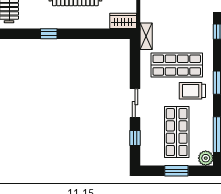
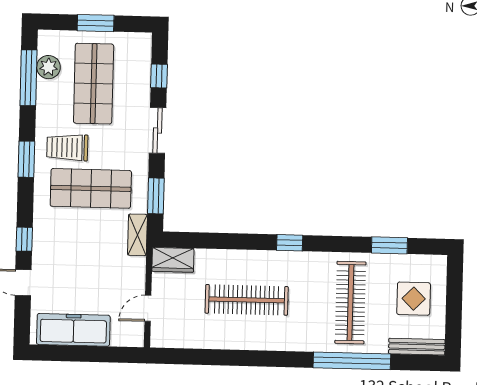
window: (135, 61) -> (156, 196), added
trolley: (192, 91) -> (67, 147), turned 180
plant: (206, 158) -> (49, 67), moved

